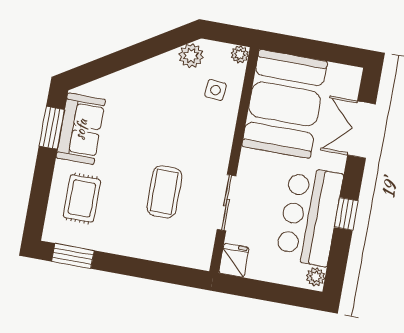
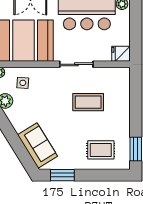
sofa: (81, 129) -> (37, 145), moved, turned 58
sliding door: (227, 203) -> (76, 64), moved

